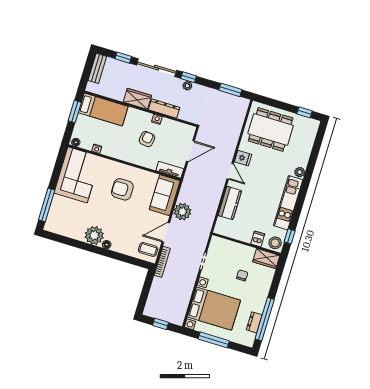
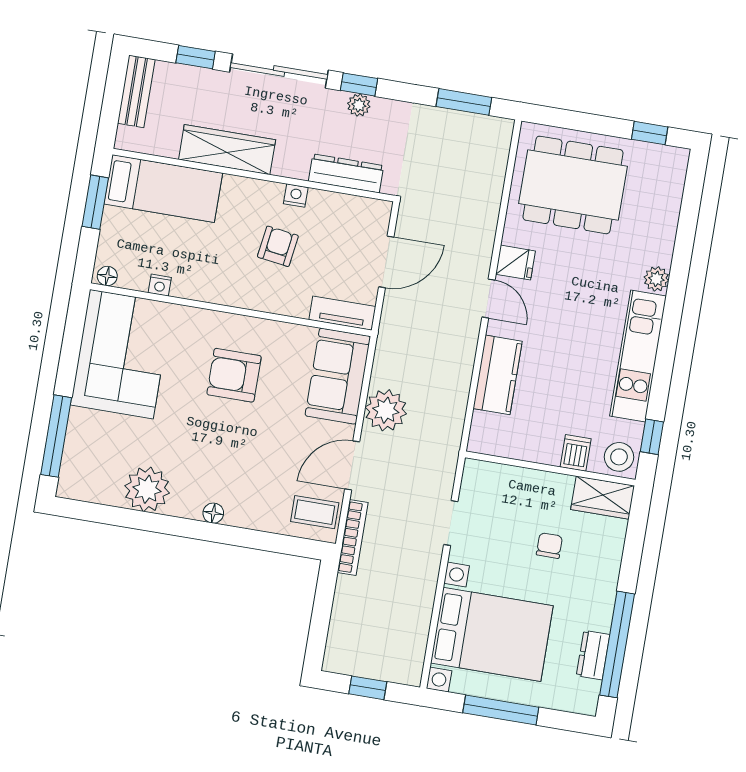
wardrobe: (137, 99) -> (227, 150), width x1.50
dresser: (164, 109) -> (346, 173), moved
plant: (94, 235) -> (147, 489), moved

